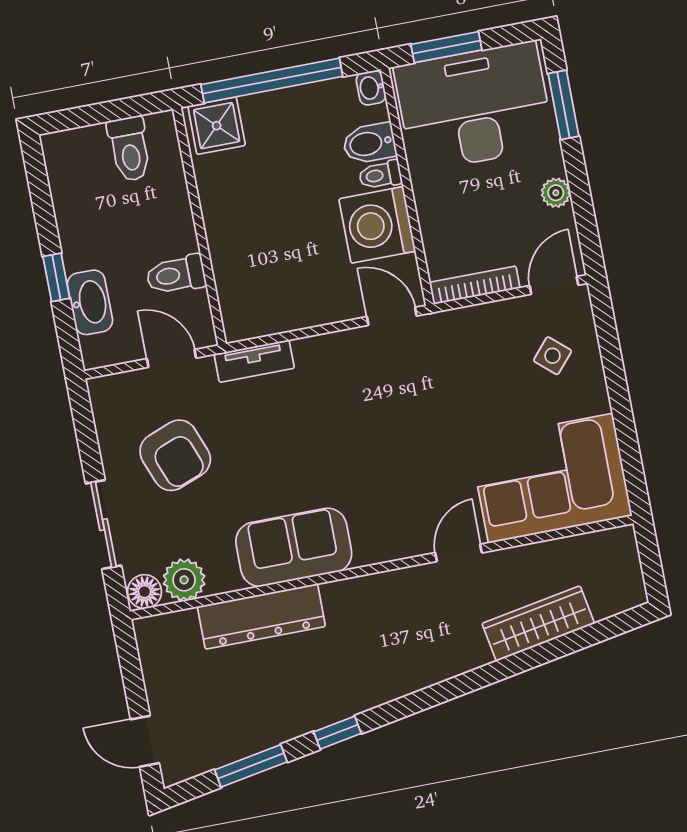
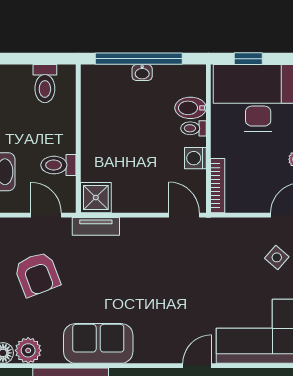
window: (446, 47) -> (248, 59), width x0.67
washbasin: (371, 88) -> (142, 73), moved, turned -90
shower: (217, 126) -> (96, 198), moved
washing machine: (377, 225) -> (195, 158), width x0.53, depth x0.53
bookcase: (475, 285) -> (218, 186), moved, turned 90

